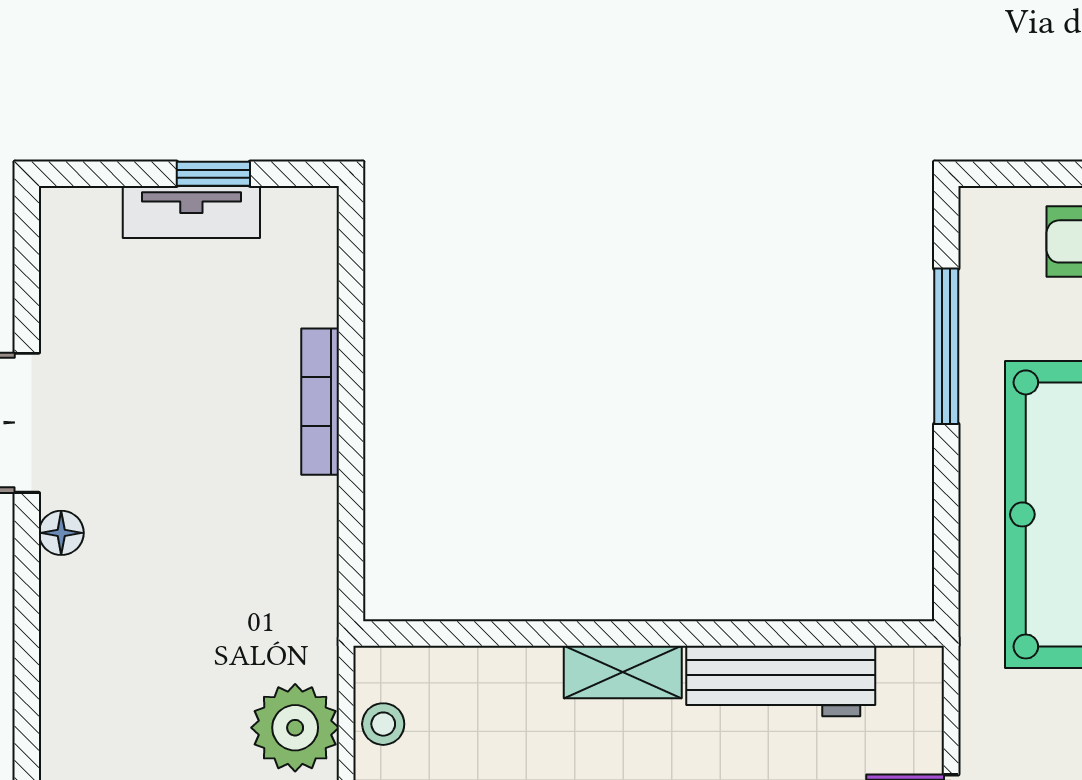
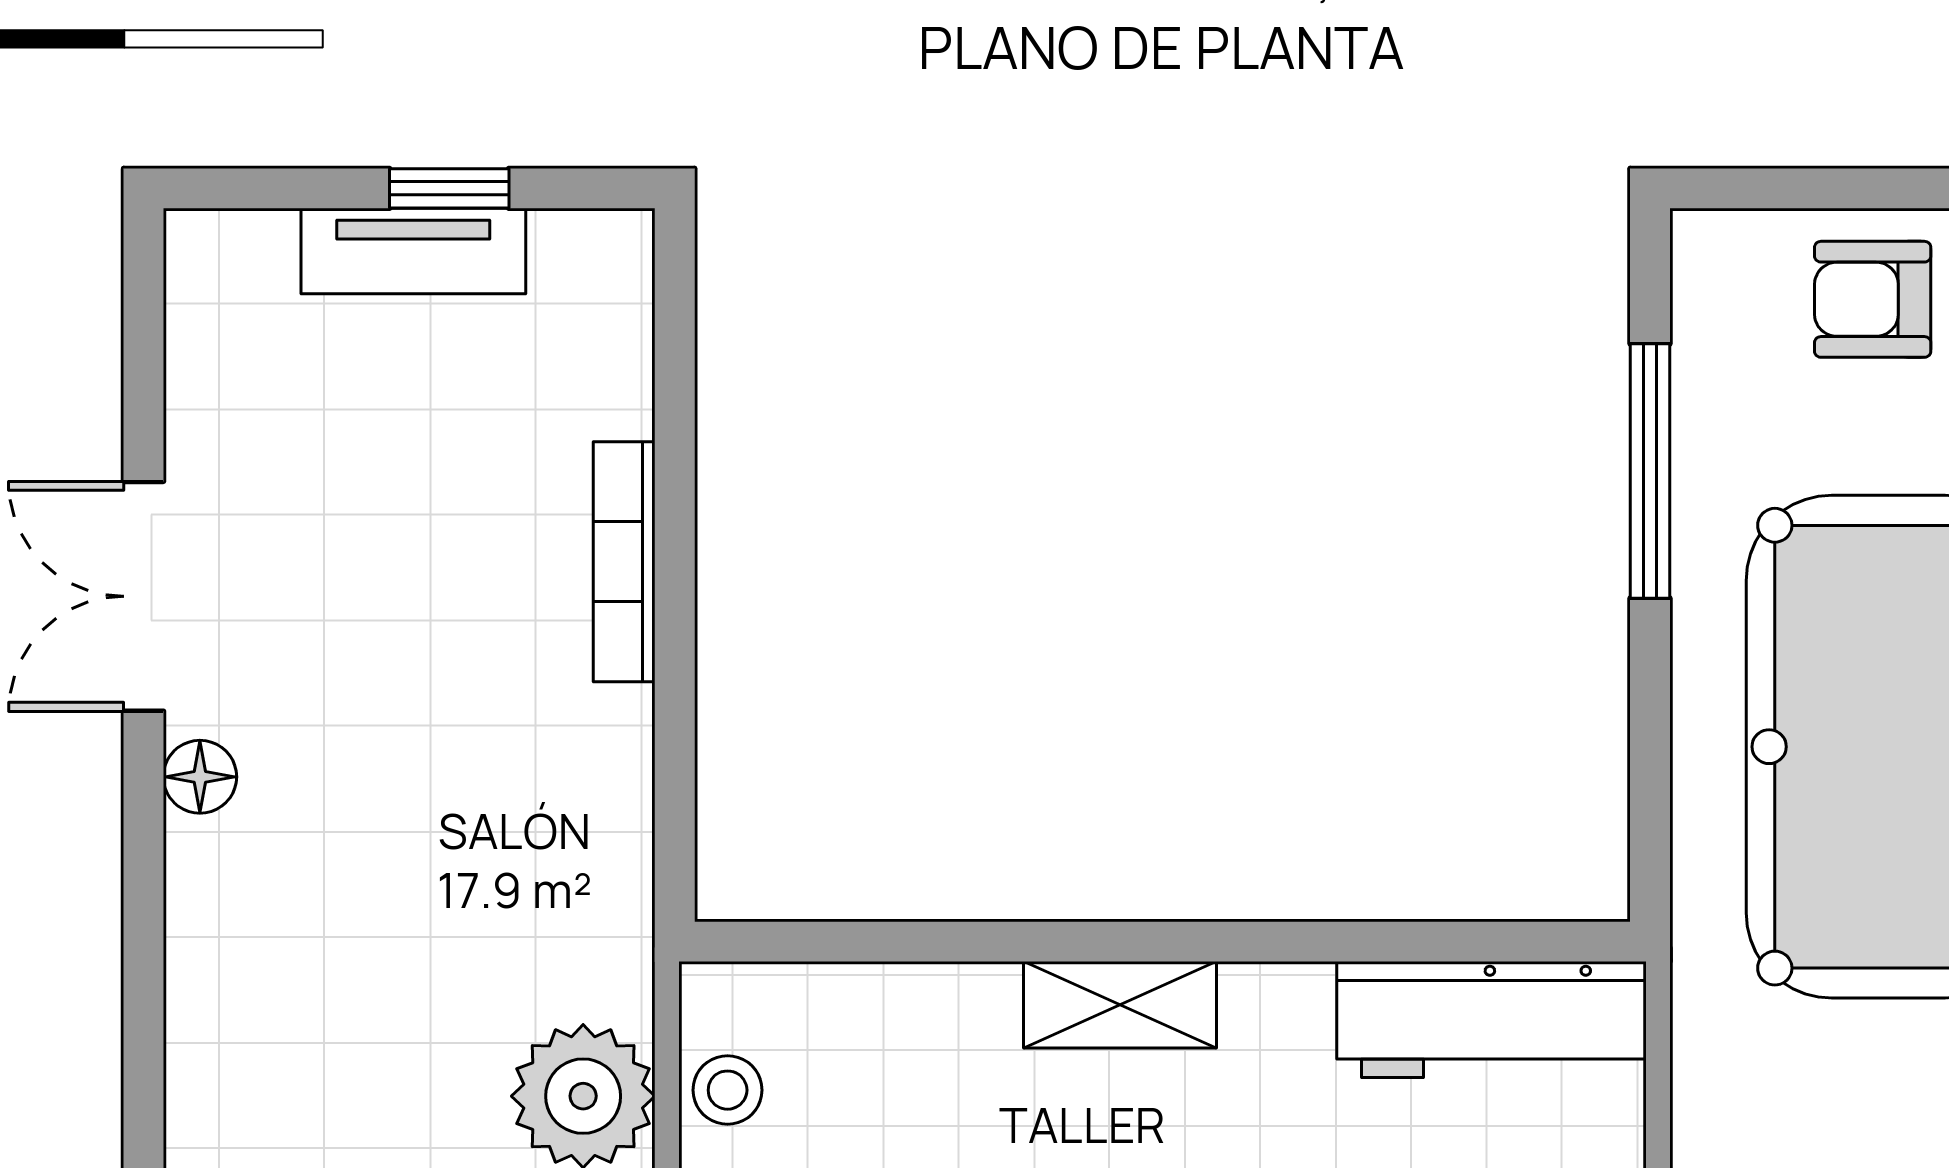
workbench: (781, 681) -> (1491, 1020), moved

